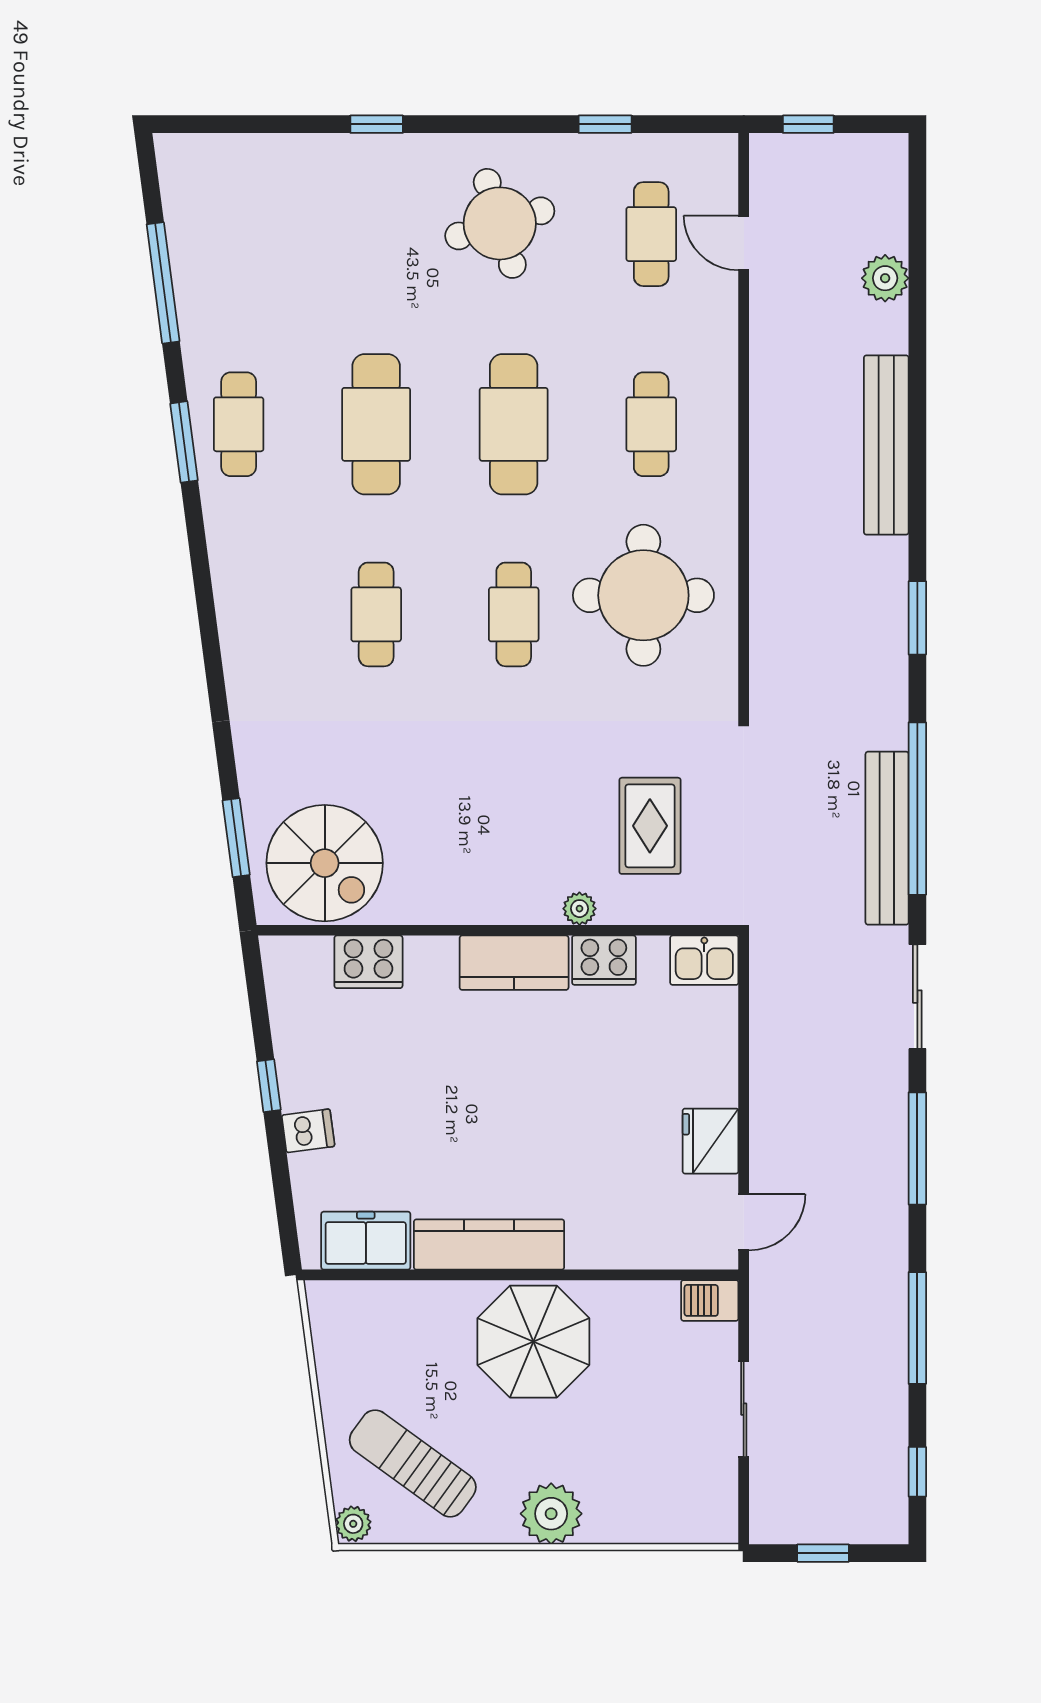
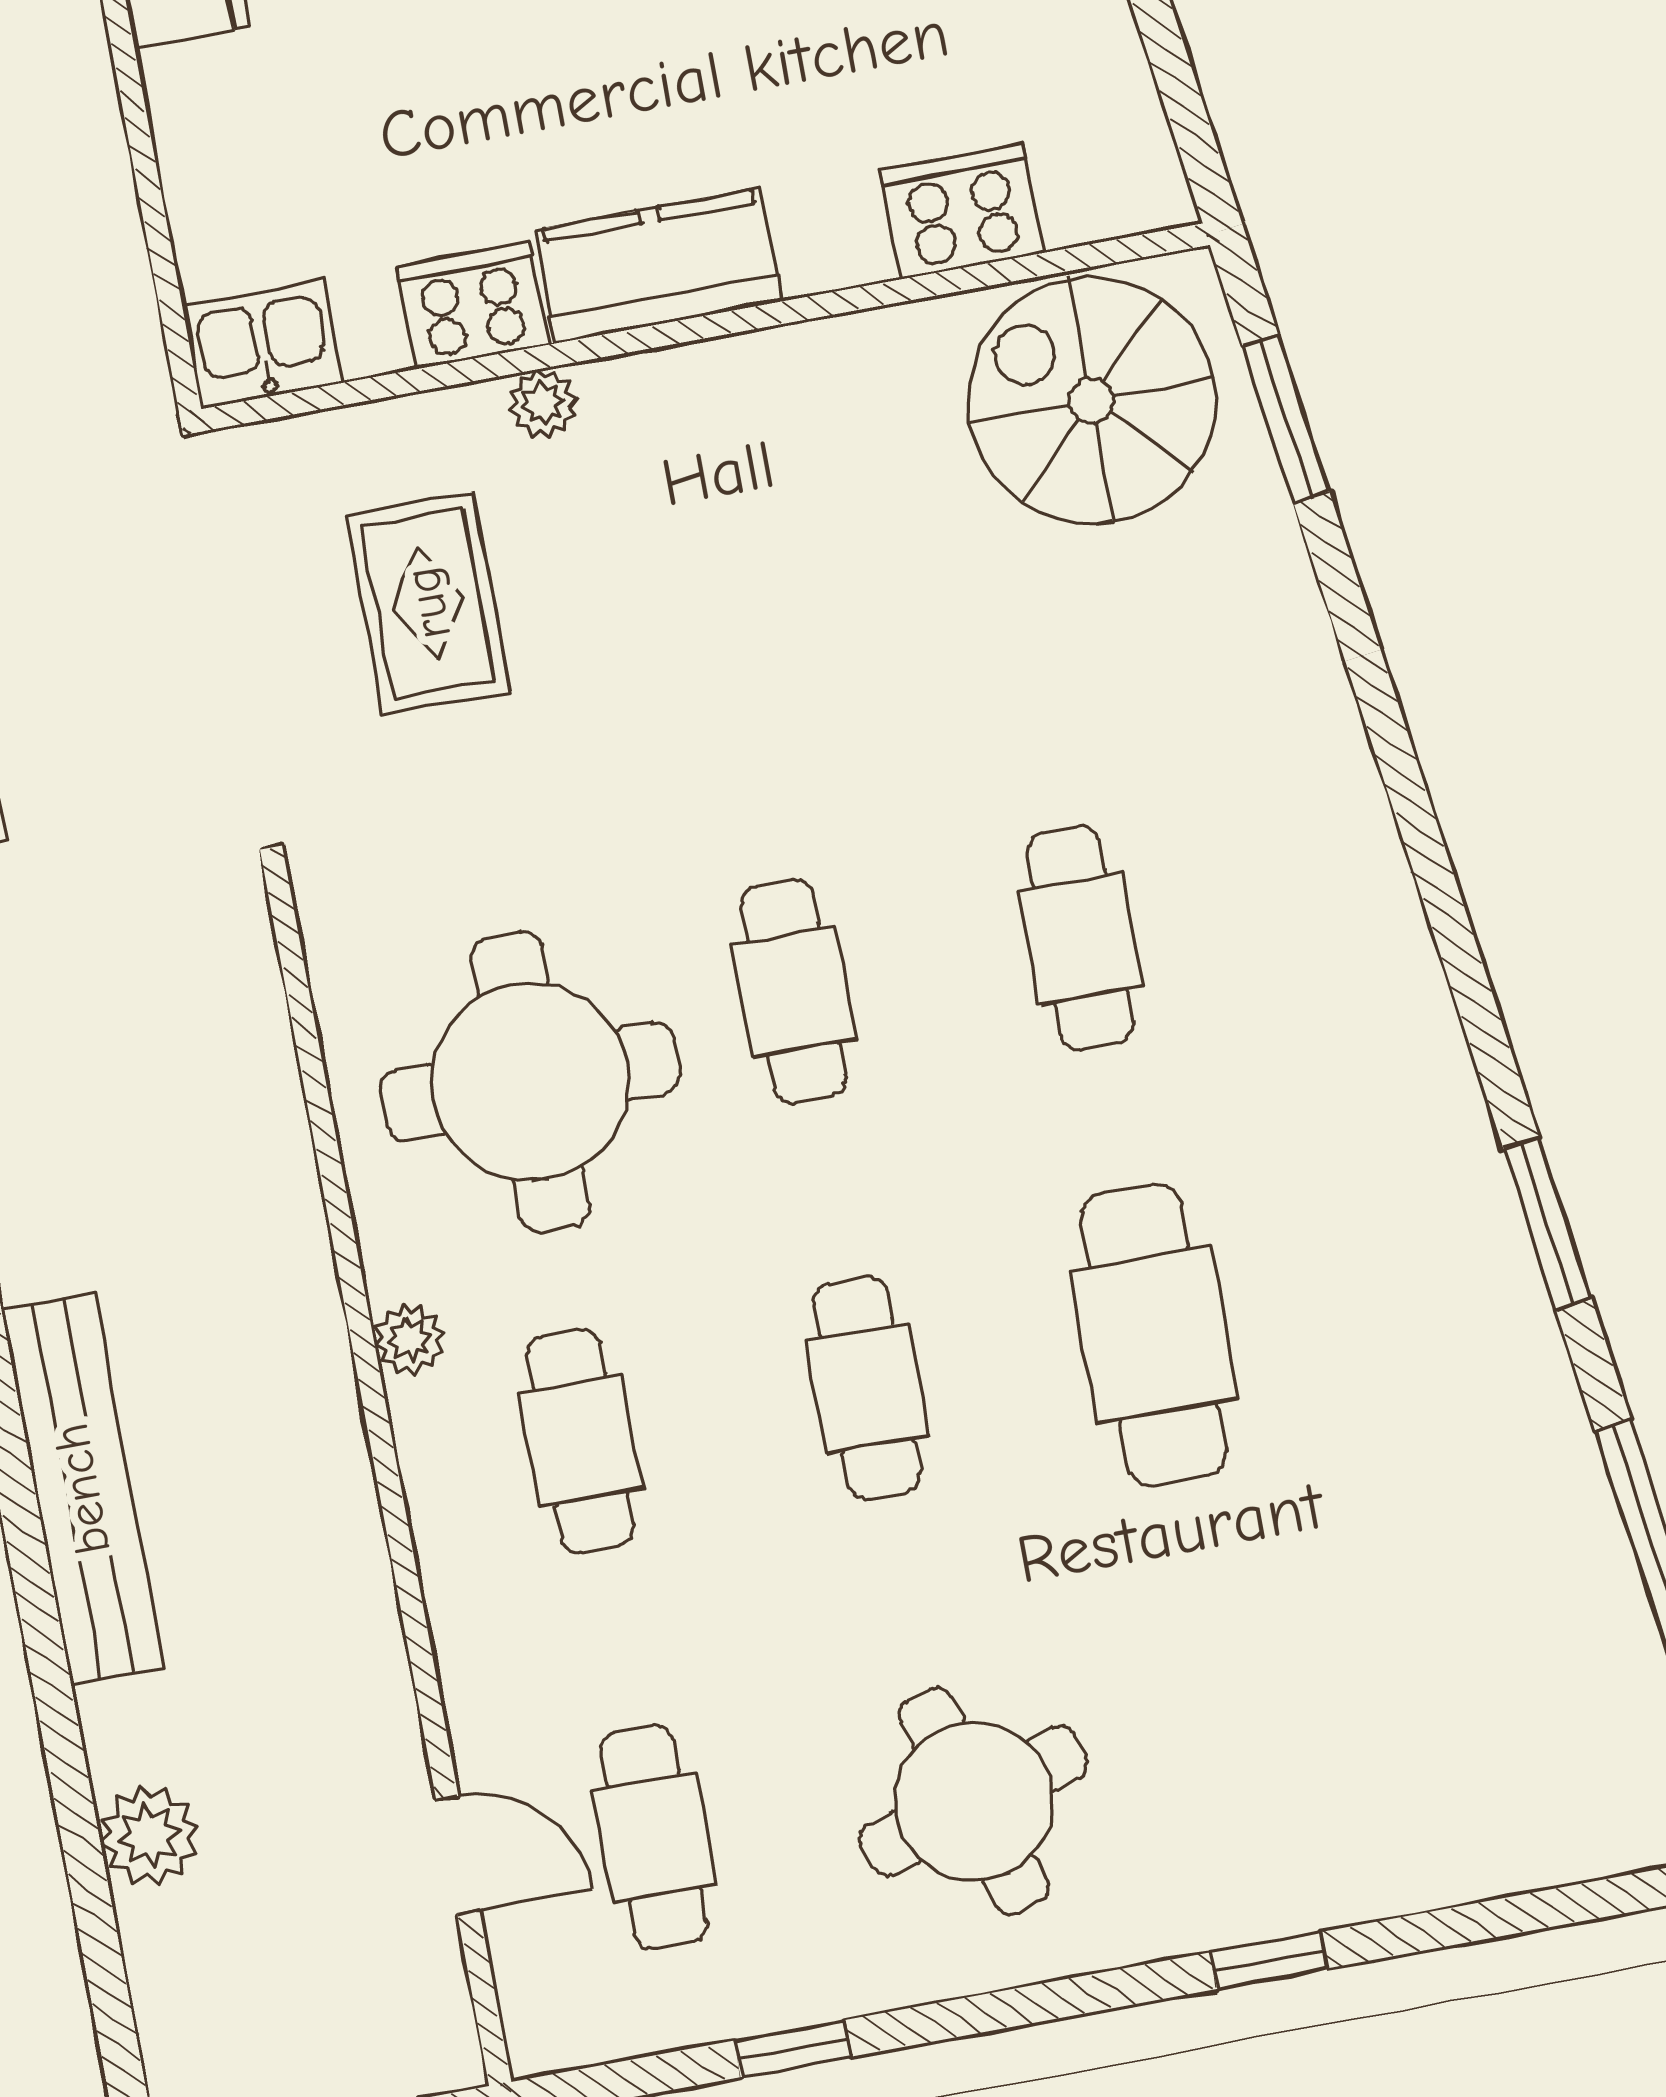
cafe table: (239, 424) -> (1440, 1282), removed
cafe table: (514, 424) -> (867, 1388), width x0.73, depth x0.74
plant: (722, 486) -> (409, 1339), added

